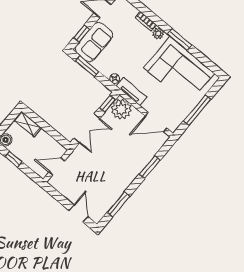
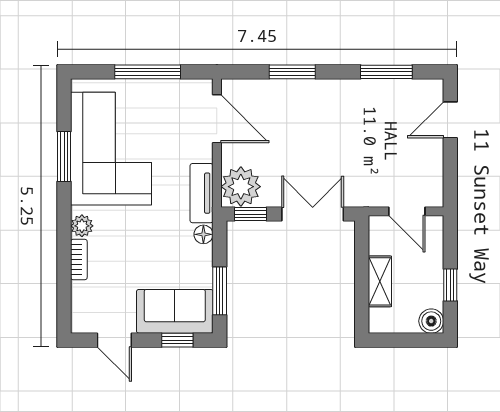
window: (180, 40) -> (64, 157), moved
shelving: (28, 124) -> (380, 281), moved

